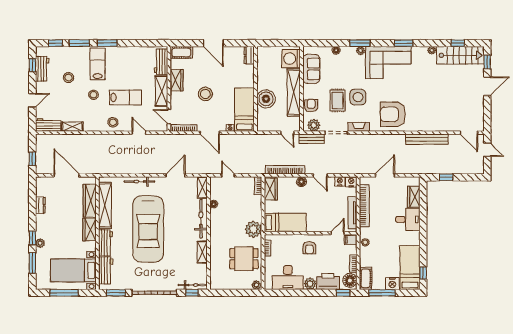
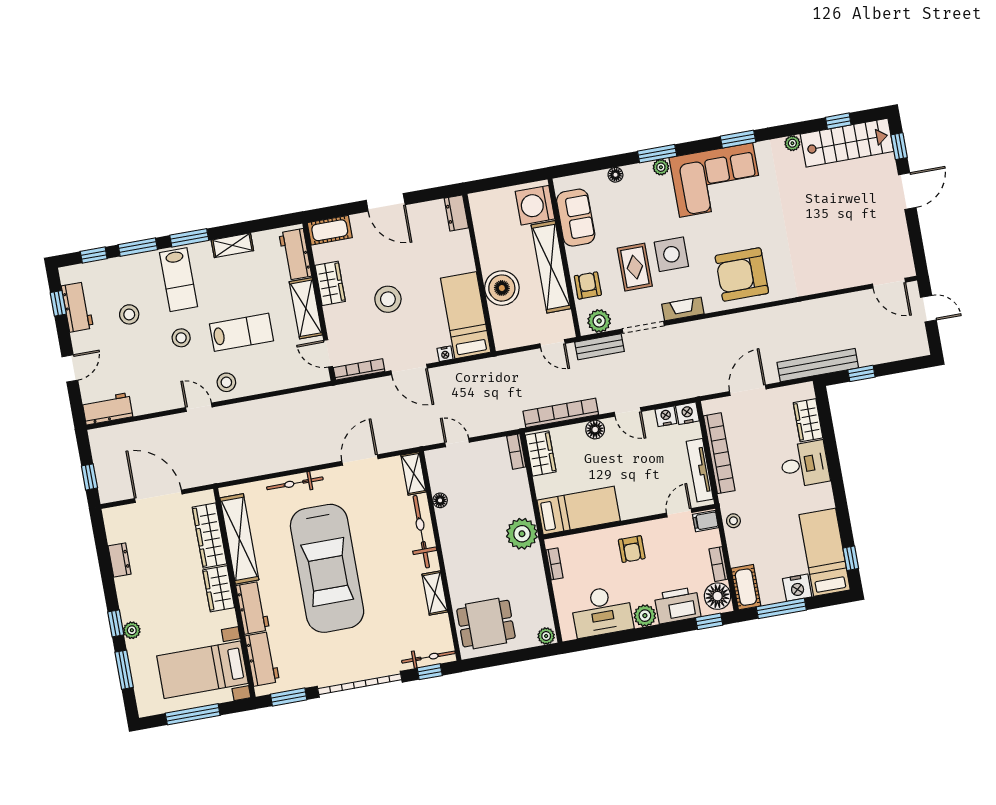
lab bench: (98, 64) -> (179, 280), turned 180
shelving: (72, 127) -> (232, 245), moved
door: (139, 133) -> (199, 407), moved
bench: (427, 139) -> (818, 365), moved
dining table: (244, 259) -> (486, 624), moved

